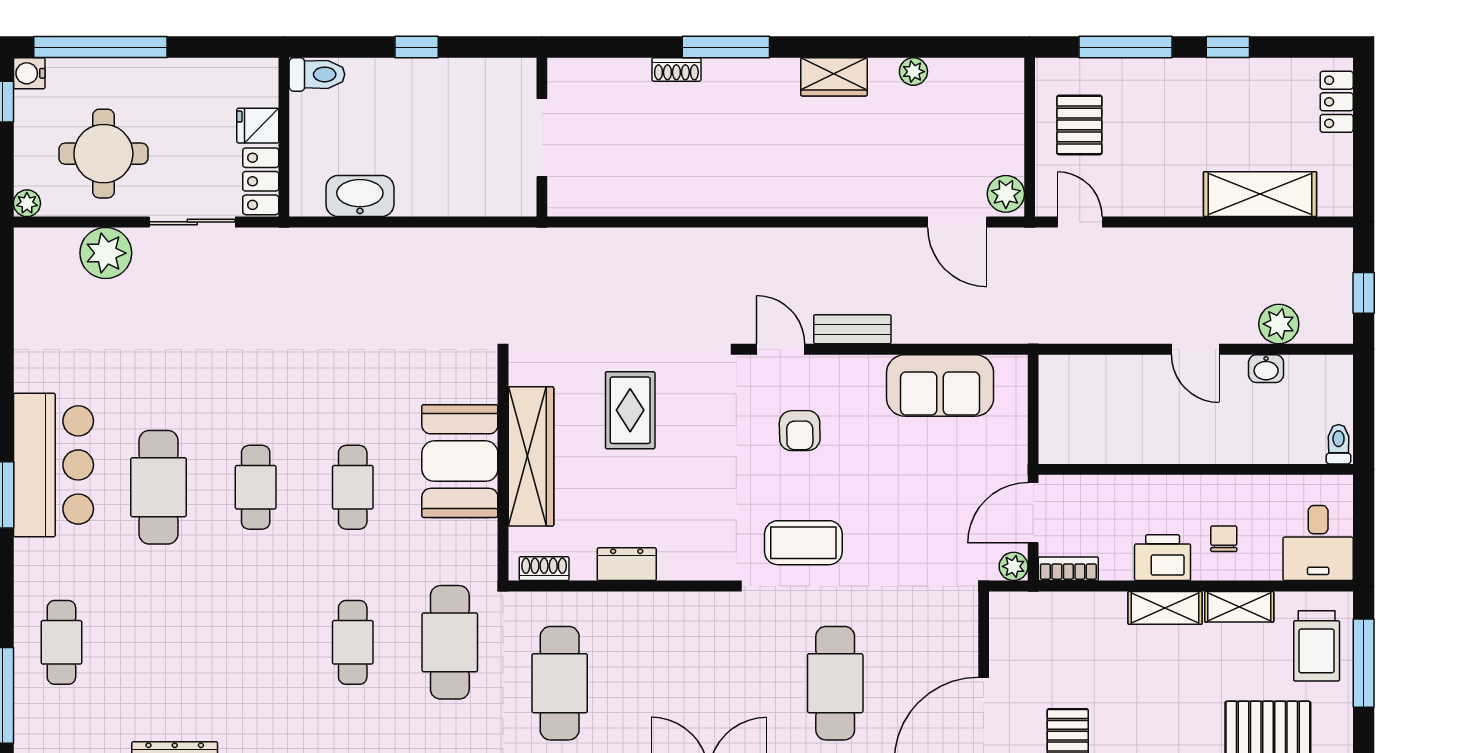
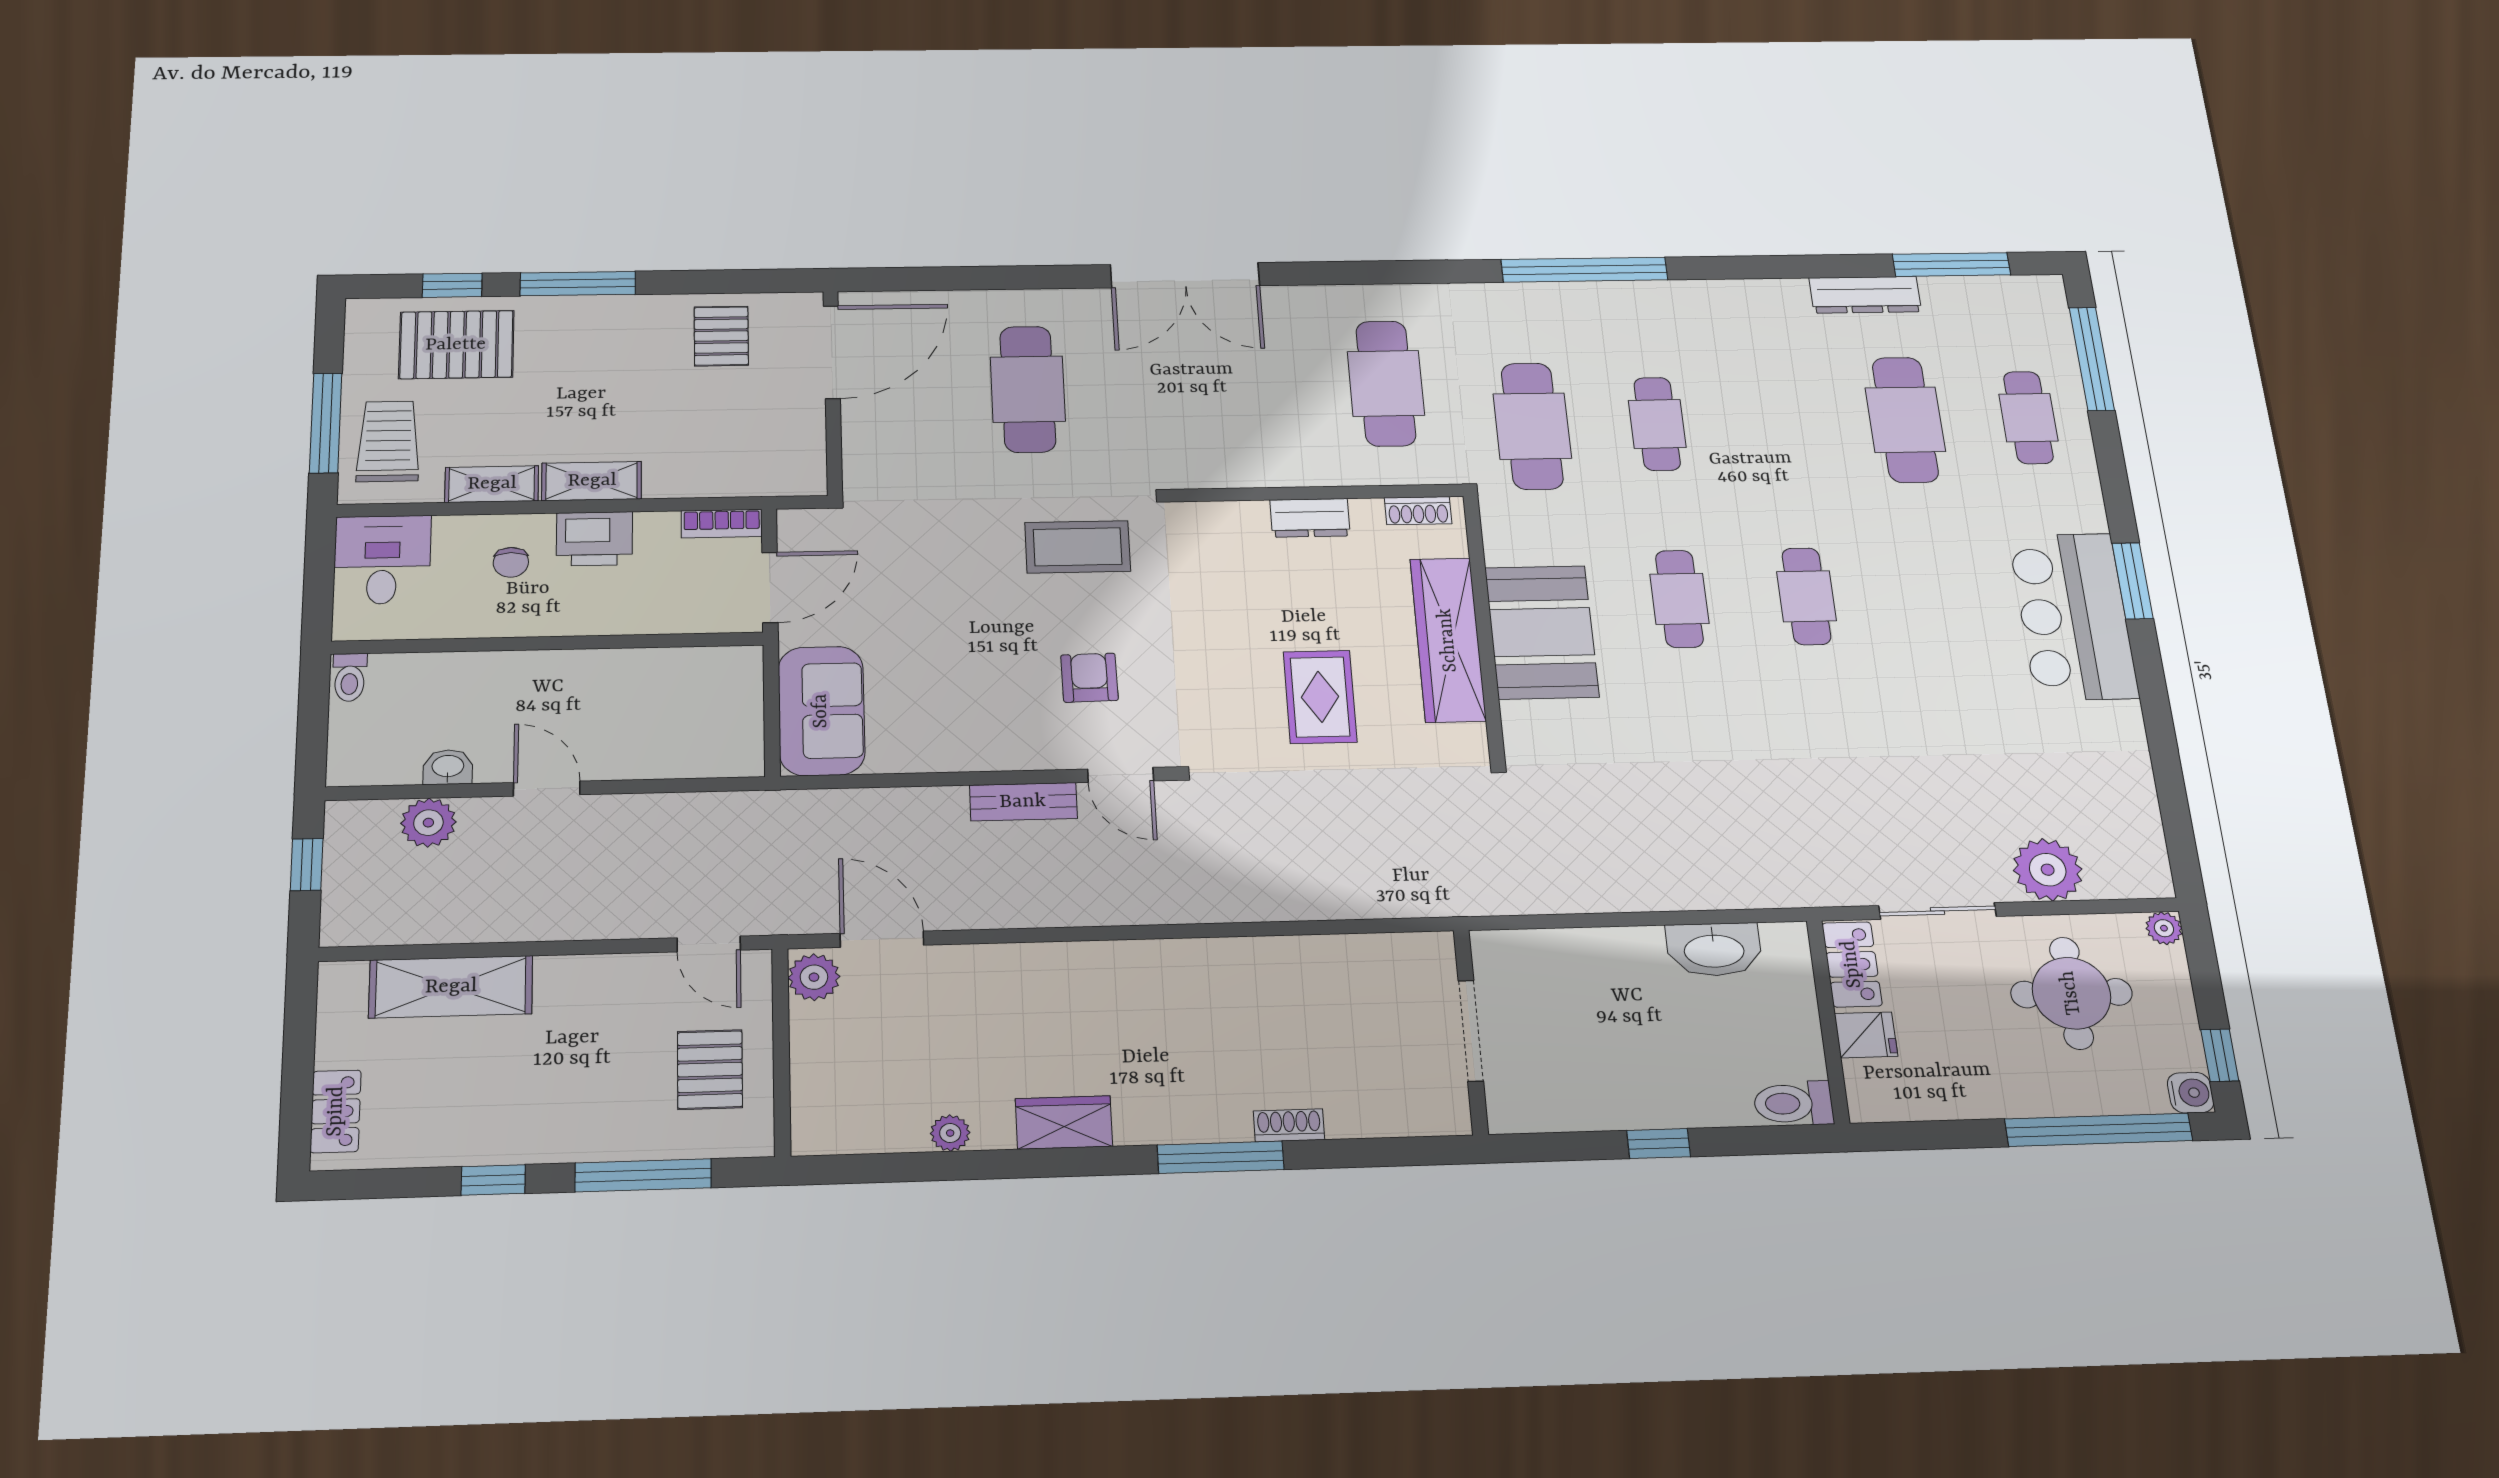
sofa: (940, 385) -> (821, 711), moved, turned 90
cafe table: (159, 487) -> (1905, 420), moved
plant: (1014, 566) -> (795, 525), removed

